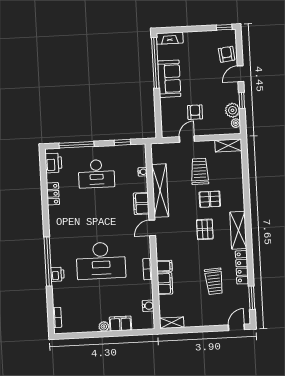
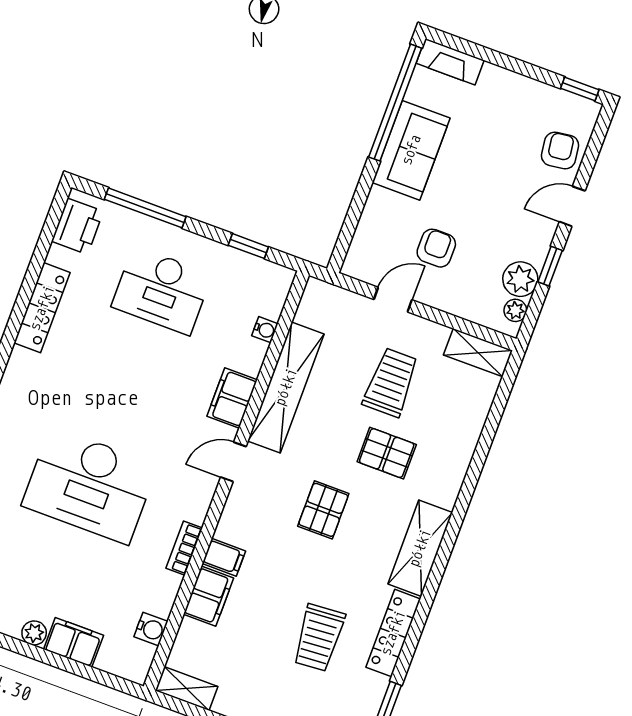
locker: (53, 194) -> (42, 308), width x1.53
pallet: (205, 229) -> (323, 510), moved

